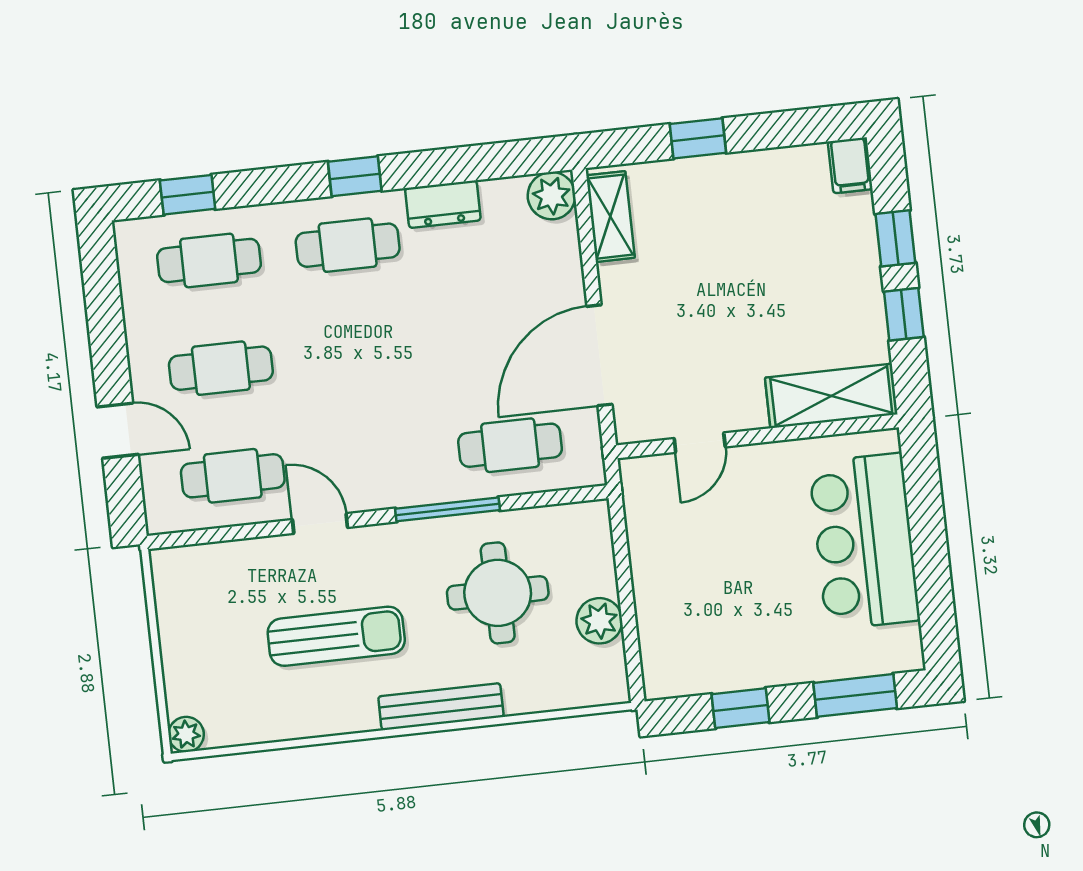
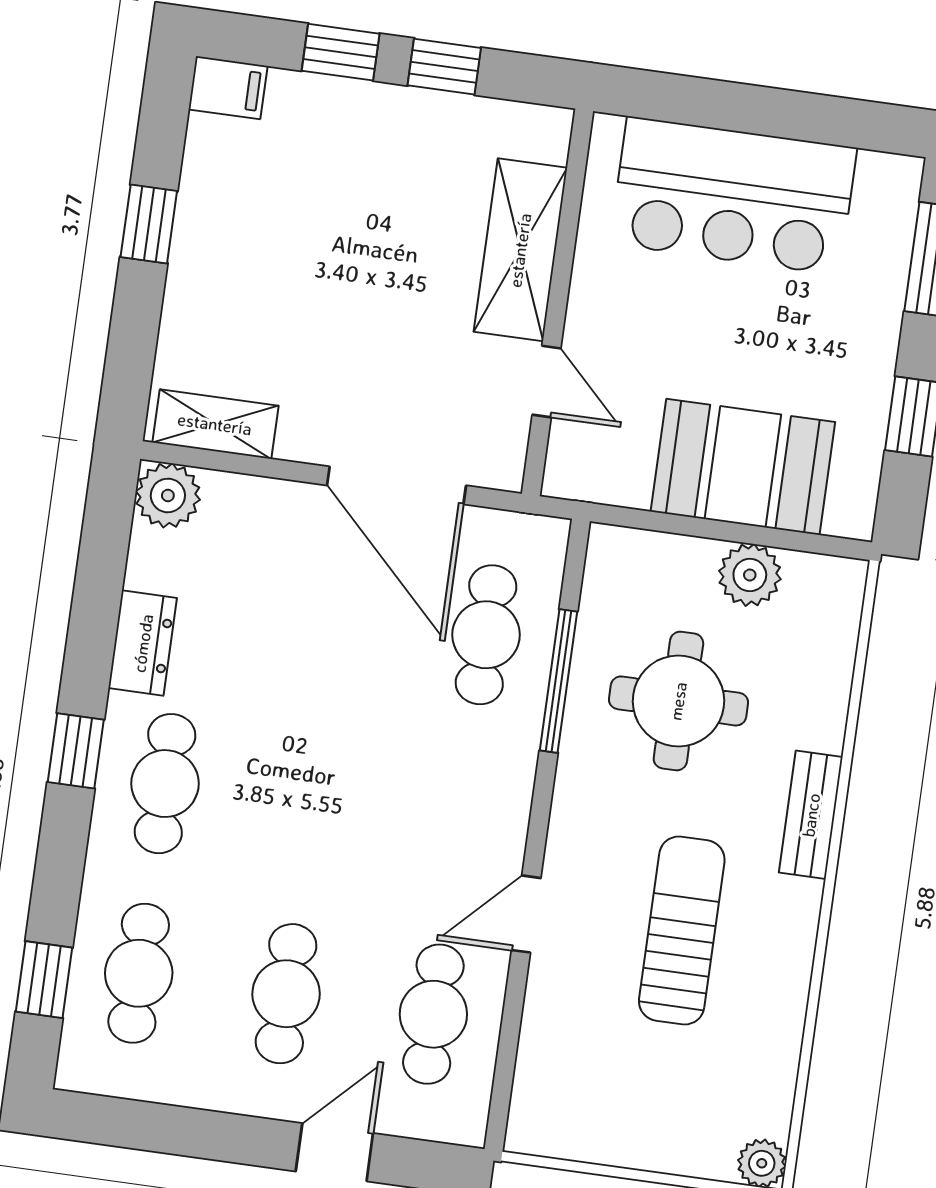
window: (698, 138) -> (149, 224), moved
shelving: (831, 396) -> (520, 250), moved
window: (448, 509) -> (559, 681), moved
booth: (675, 597) -> (743, 467), added
bench: (441, 707) -> (811, 815), width x0.73

